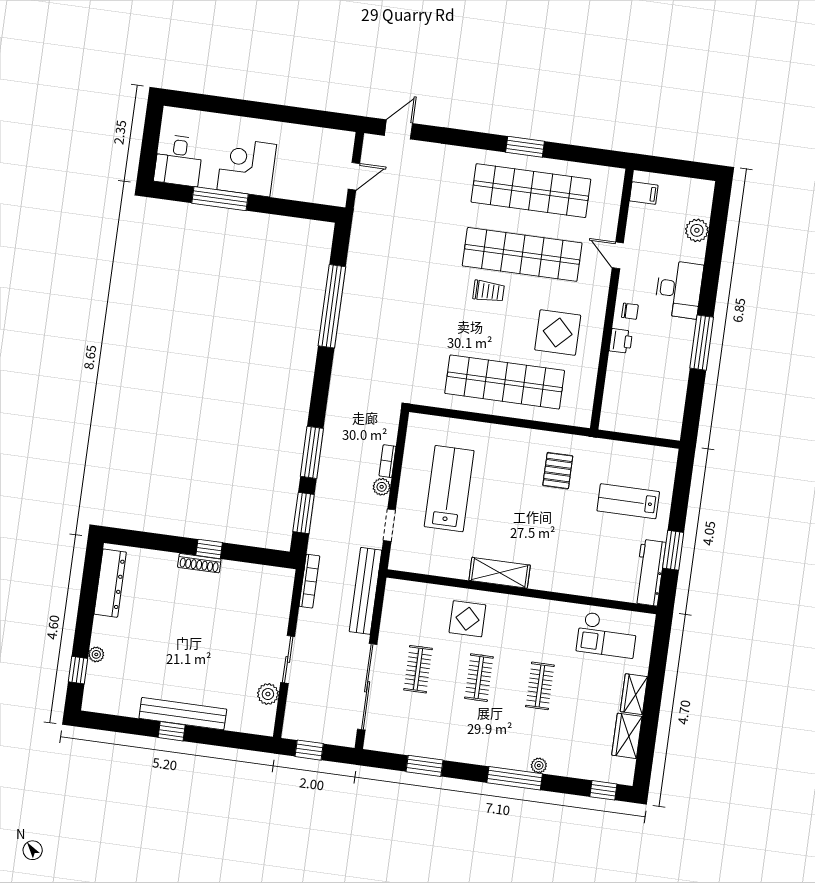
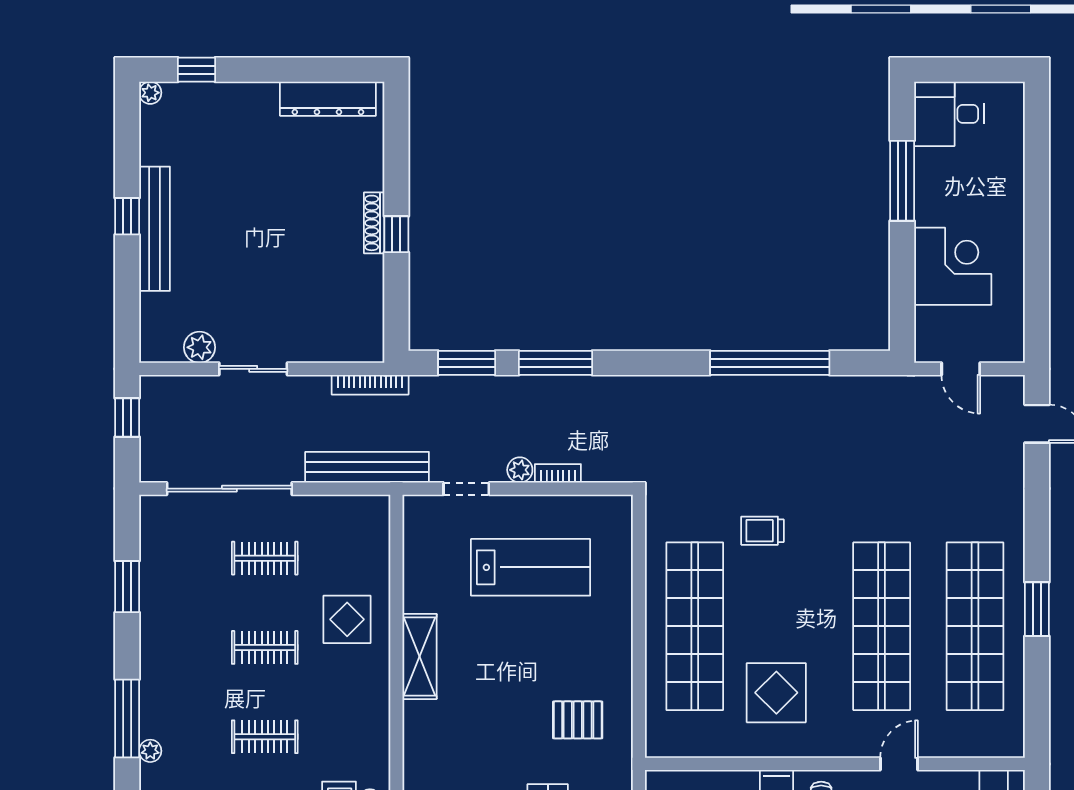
corner desk: (247, 167) -> (953, 266), moved
trolley: (489, 291) -> (763, 531), moved, turned 90
plant: (96, 654) -> (150, 93), moved

